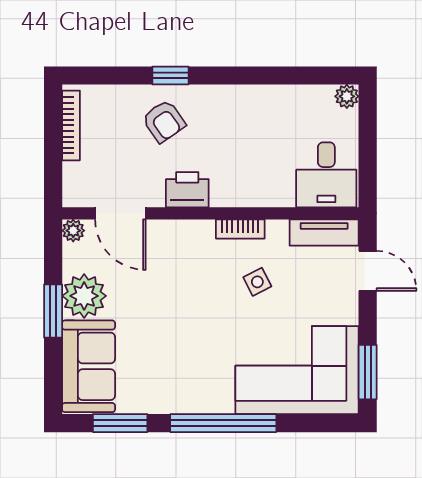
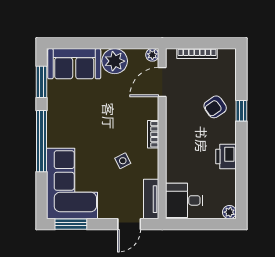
bookcase: (71, 125) -> (197, 54), moved
printer: (187, 190) -> (226, 157), moved, turned 180
bookcase: (240, 229) -> (153, 134), moved
window: (53, 311) -> (106, 43), removed

